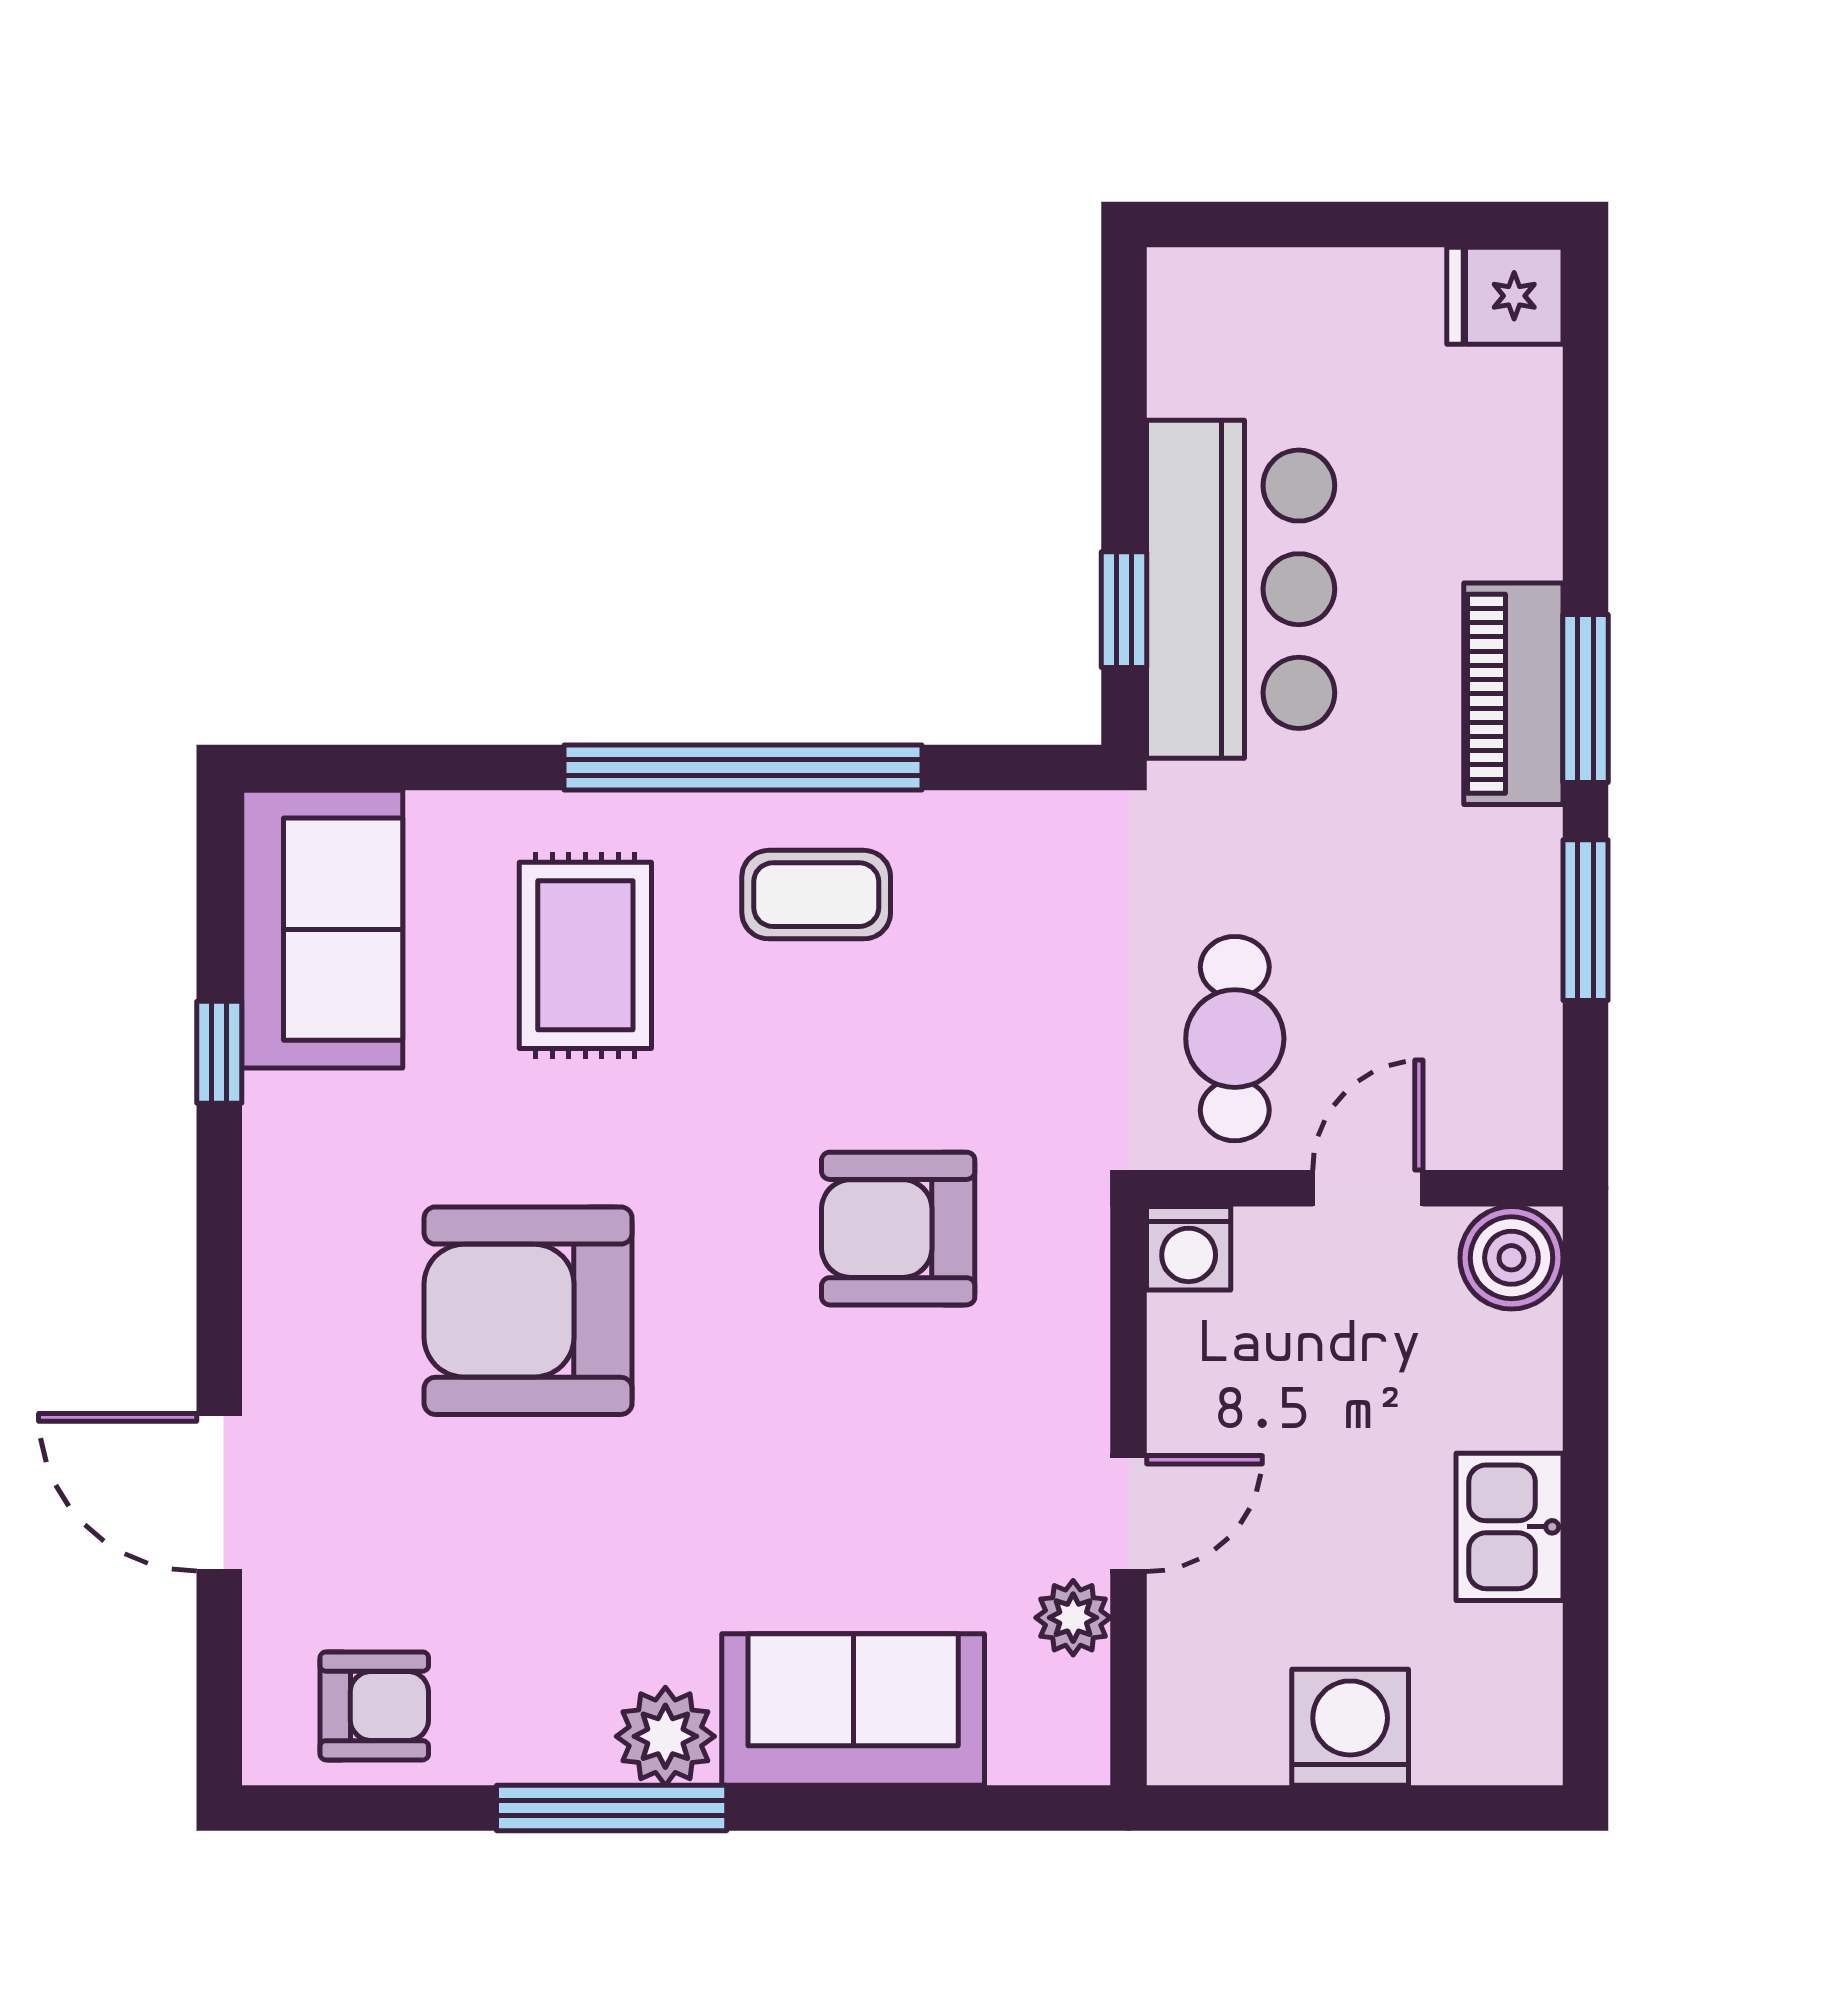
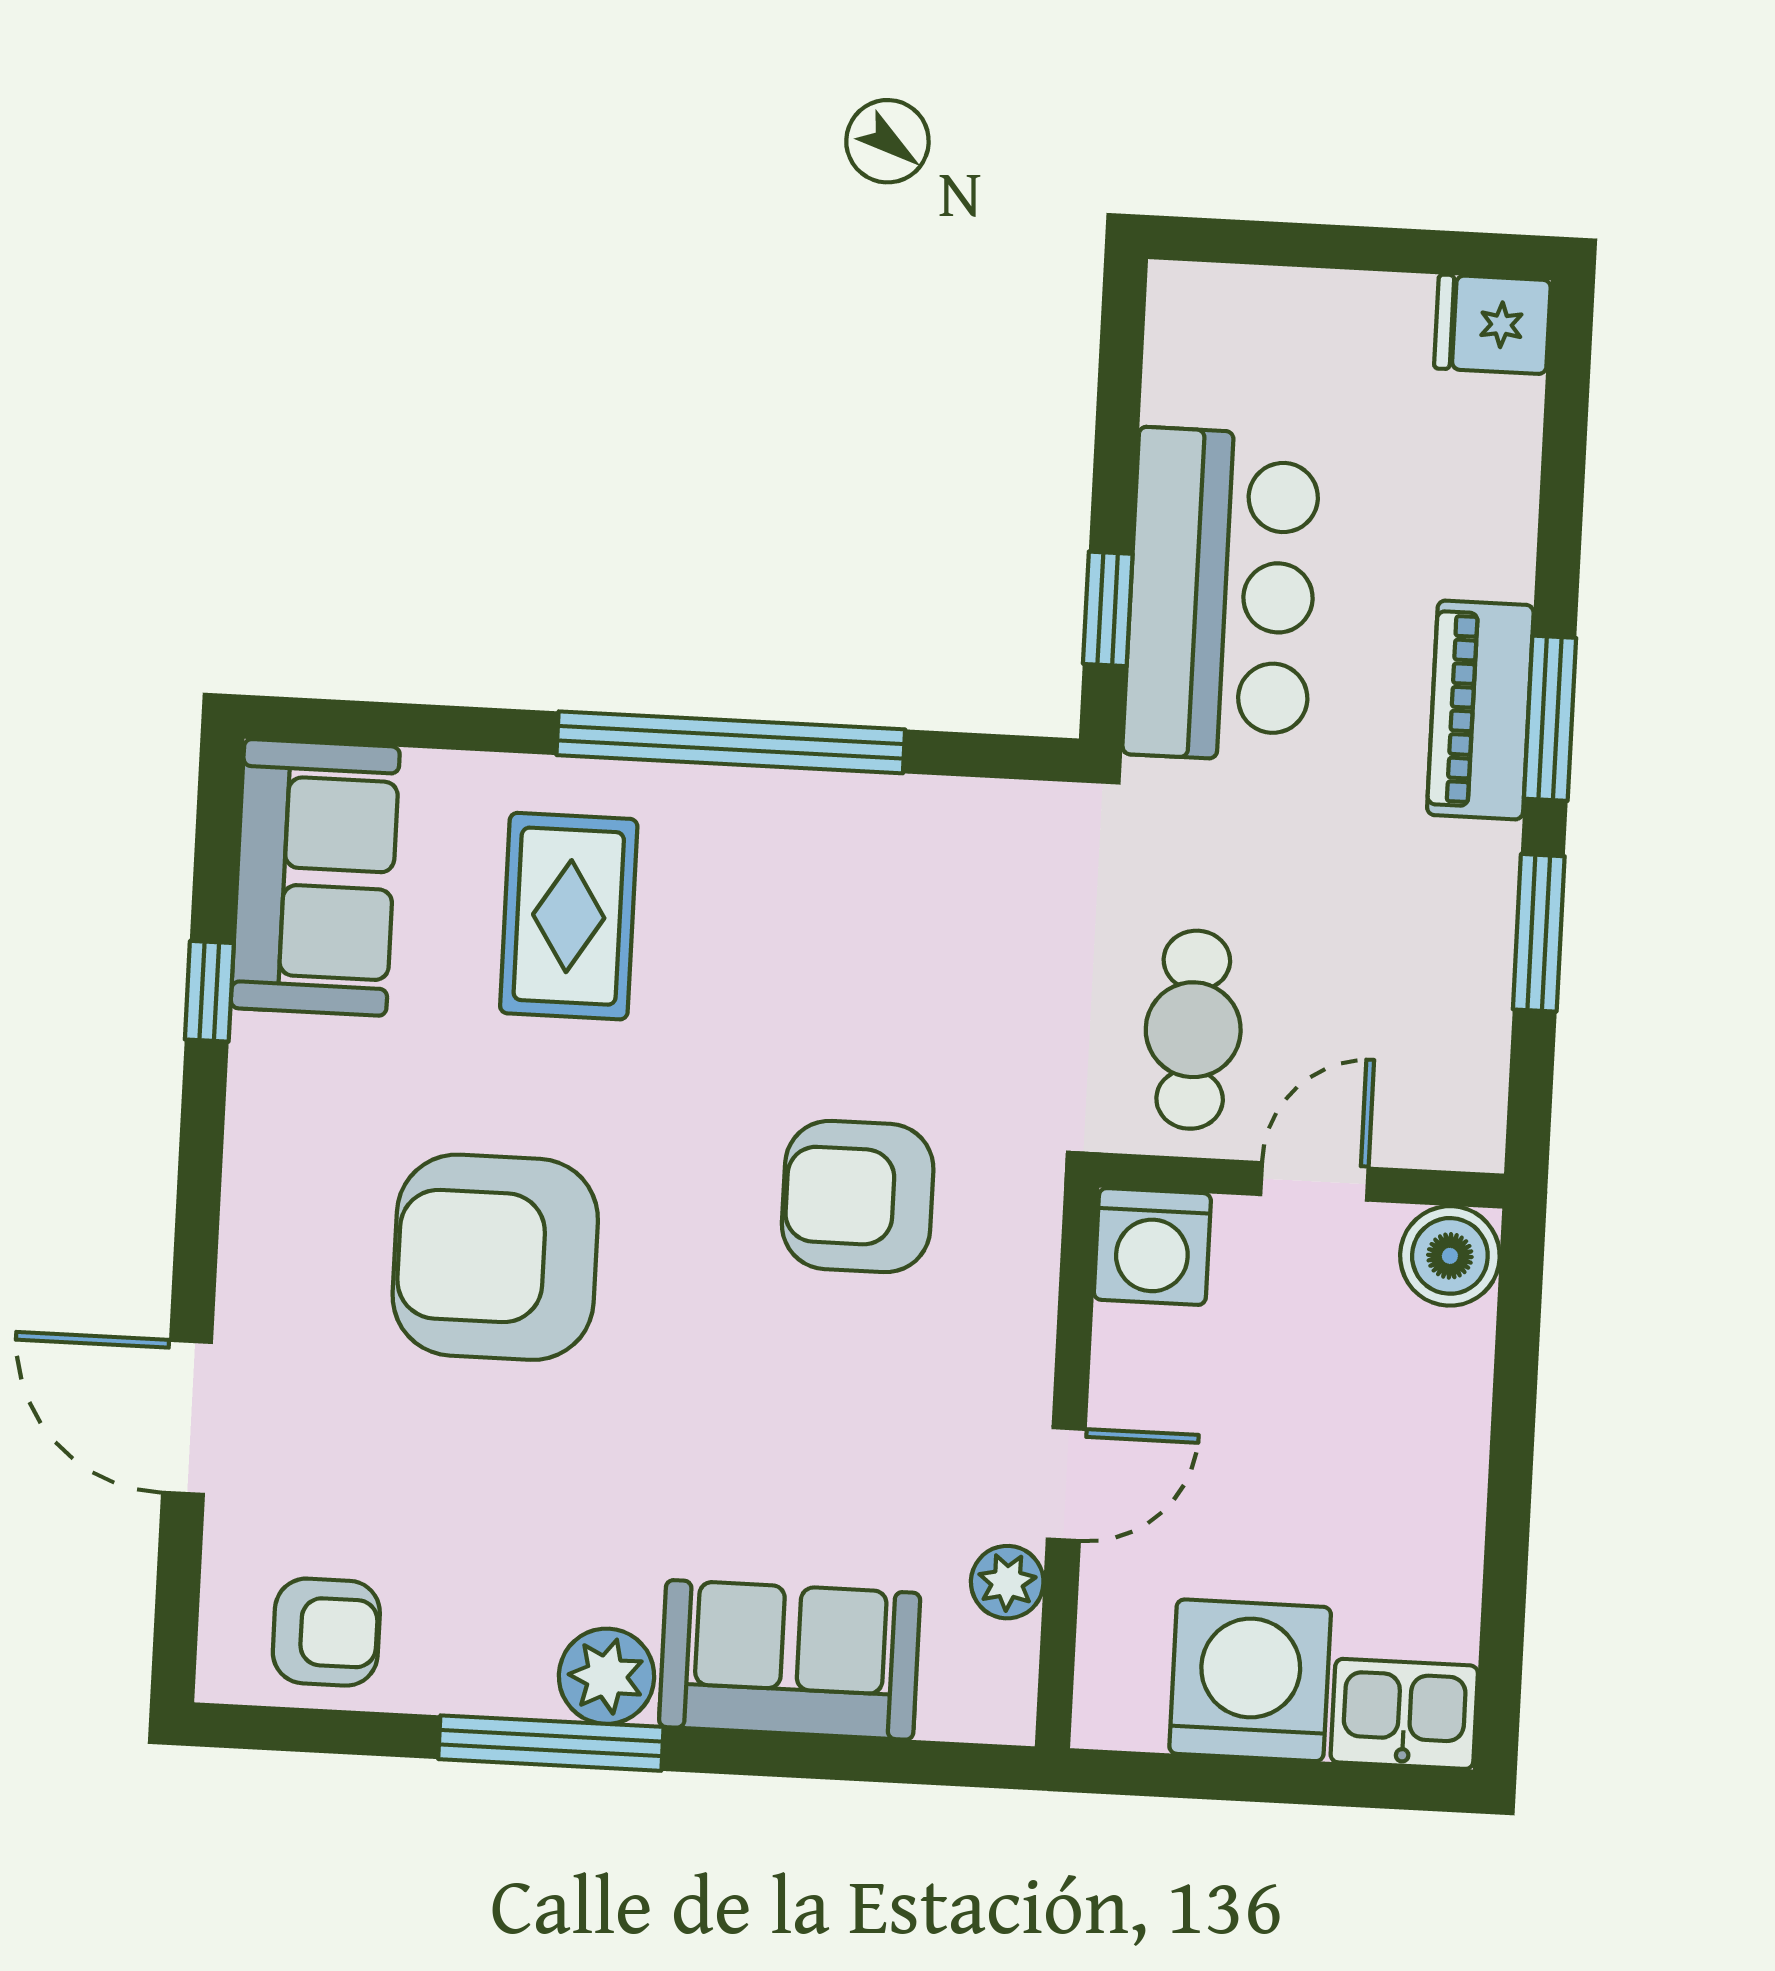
coffee table: (816, 895) -> (795, 869), removed
washing machine: (1189, 1248) -> (1152, 1246), width x1.38, depth x1.38
kitchen sink: (1509, 1527) -> (1404, 1714), moved, turned 90
washing machine: (1350, 1727) -> (1250, 1680), width x1.37, depth x1.37

